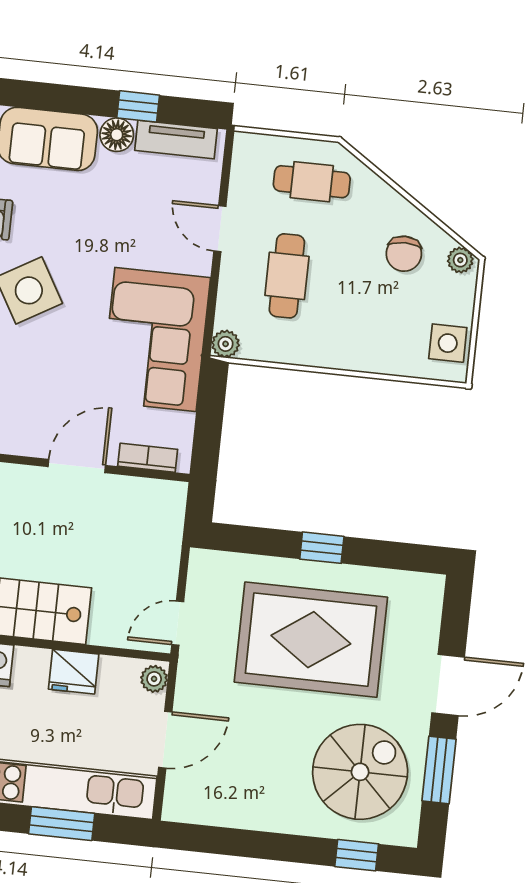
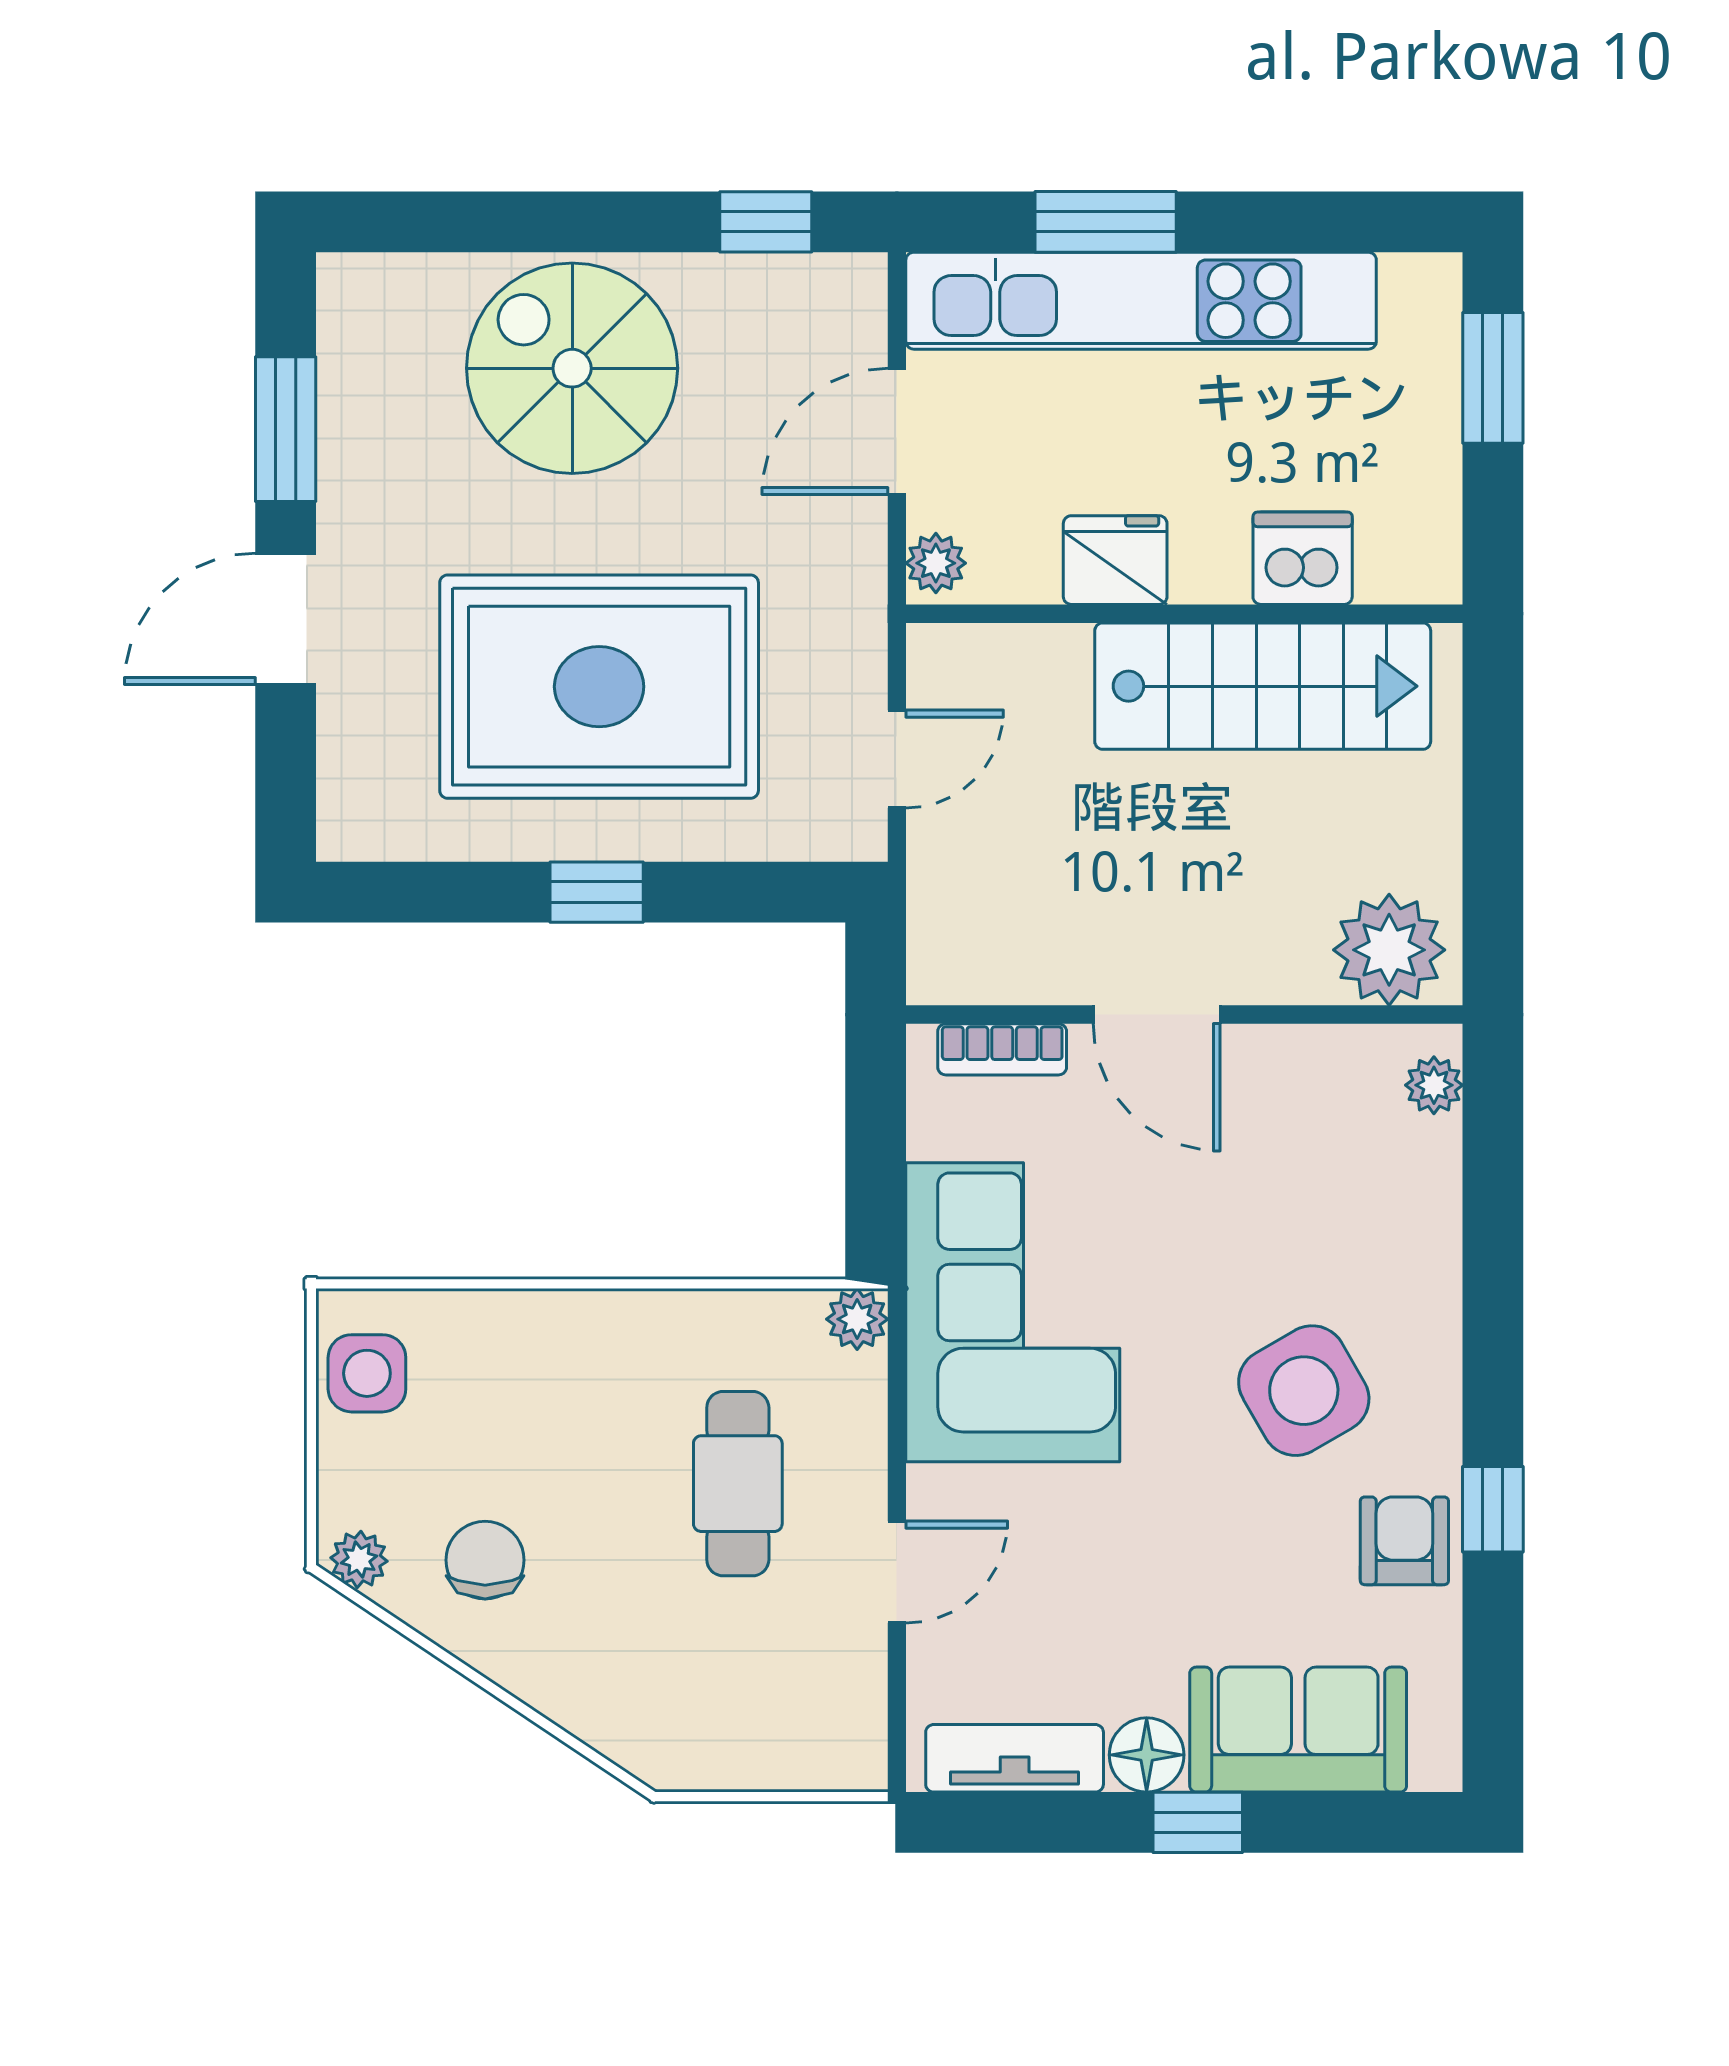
window: (138, 106) -> (1198, 1822), moved
cafe table: (312, 182) -> (705, 1697), removed
door: (220, 229) -> (897, 1572), hinge flipped
door: (77, 466) -> (1157, 1015), hinge flipped
door: (178, 623) -> (897, 759), moved
spiral stairs: (360, 772) -> (572, 368), moved, turned 90
window: (357, 855) -> (766, 222), moved

